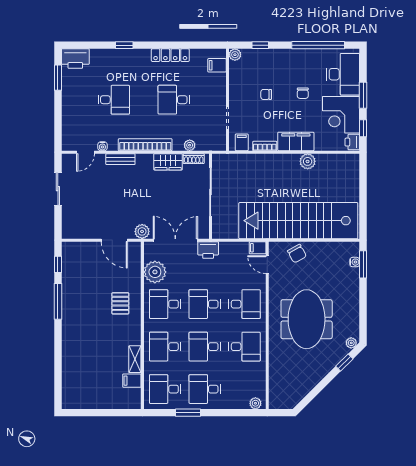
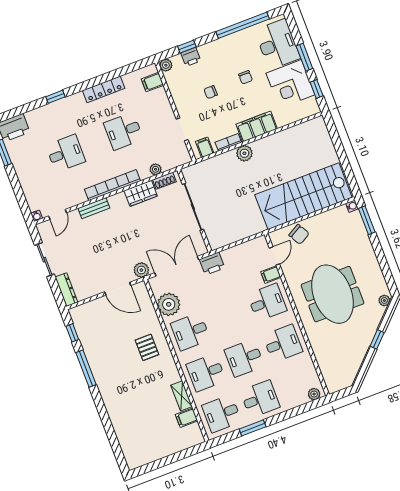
printer: (352, 142) -> (191, 57), moved, turned -90
water cooler: (102, 146) -> (37, 216), moved
plant: (308, 161) -> (244, 153), moved
stairs: (298, 221) -> (303, 196), width x0.73
dresser: (68, 223) -> (66, 290), added
filing cabinet: (258, 248) -> (271, 275), moved
water cooler: (355, 262) -> (352, 206), moved
door: (267, 265) -> (274, 256), swing flipped
desk: (205, 304) -> (229, 317), removed
window: (344, 362) -> (377, 339), moved
desk: (205, 389) -> (260, 399), turned 180

